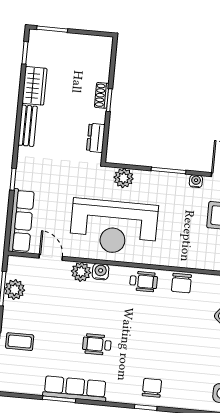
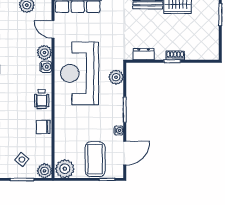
door: (51, 257) -> (53, 29), swing flipped

